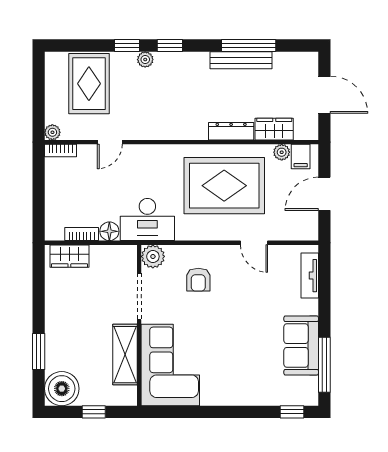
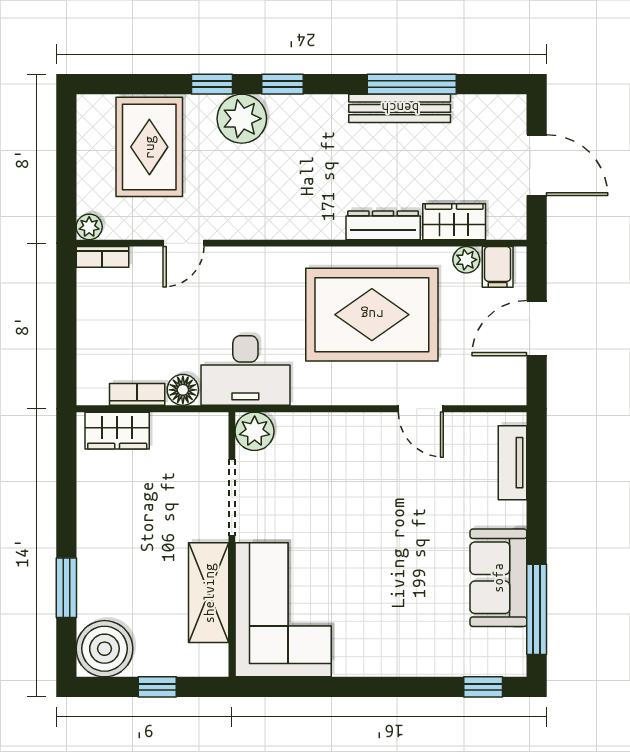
plant: (145, 60) -> (242, 119), width x1.88, depth x1.88
armchair: (198, 280) -> (329, 469), removed

